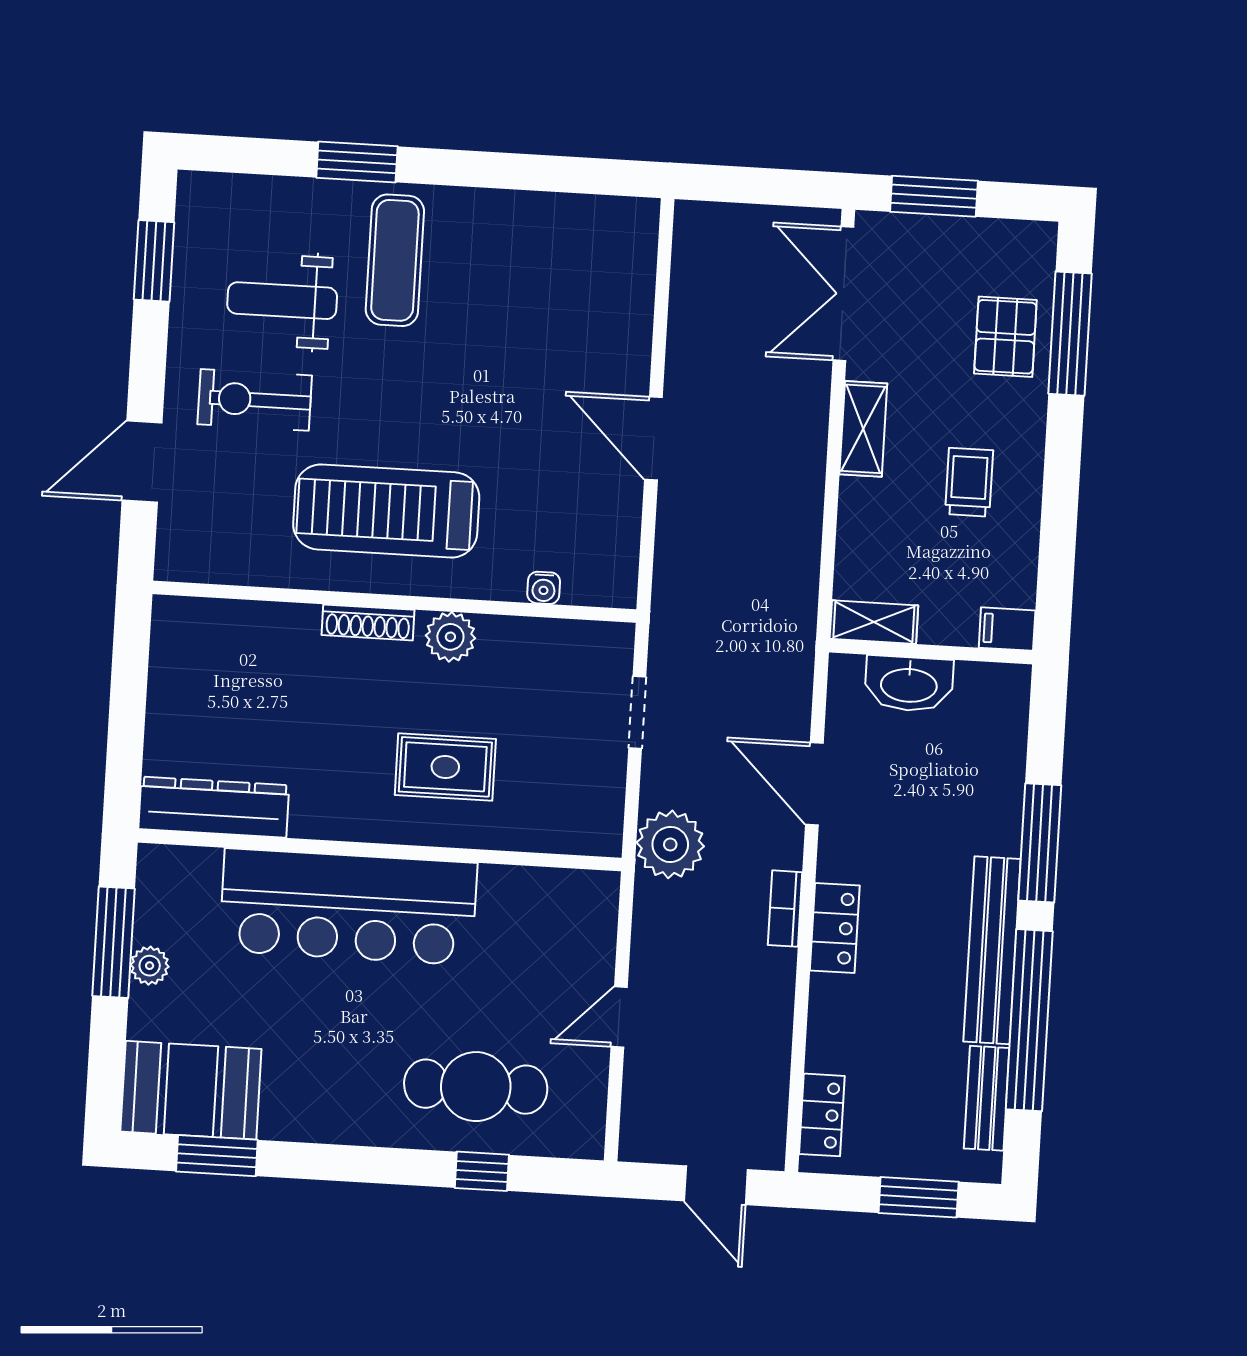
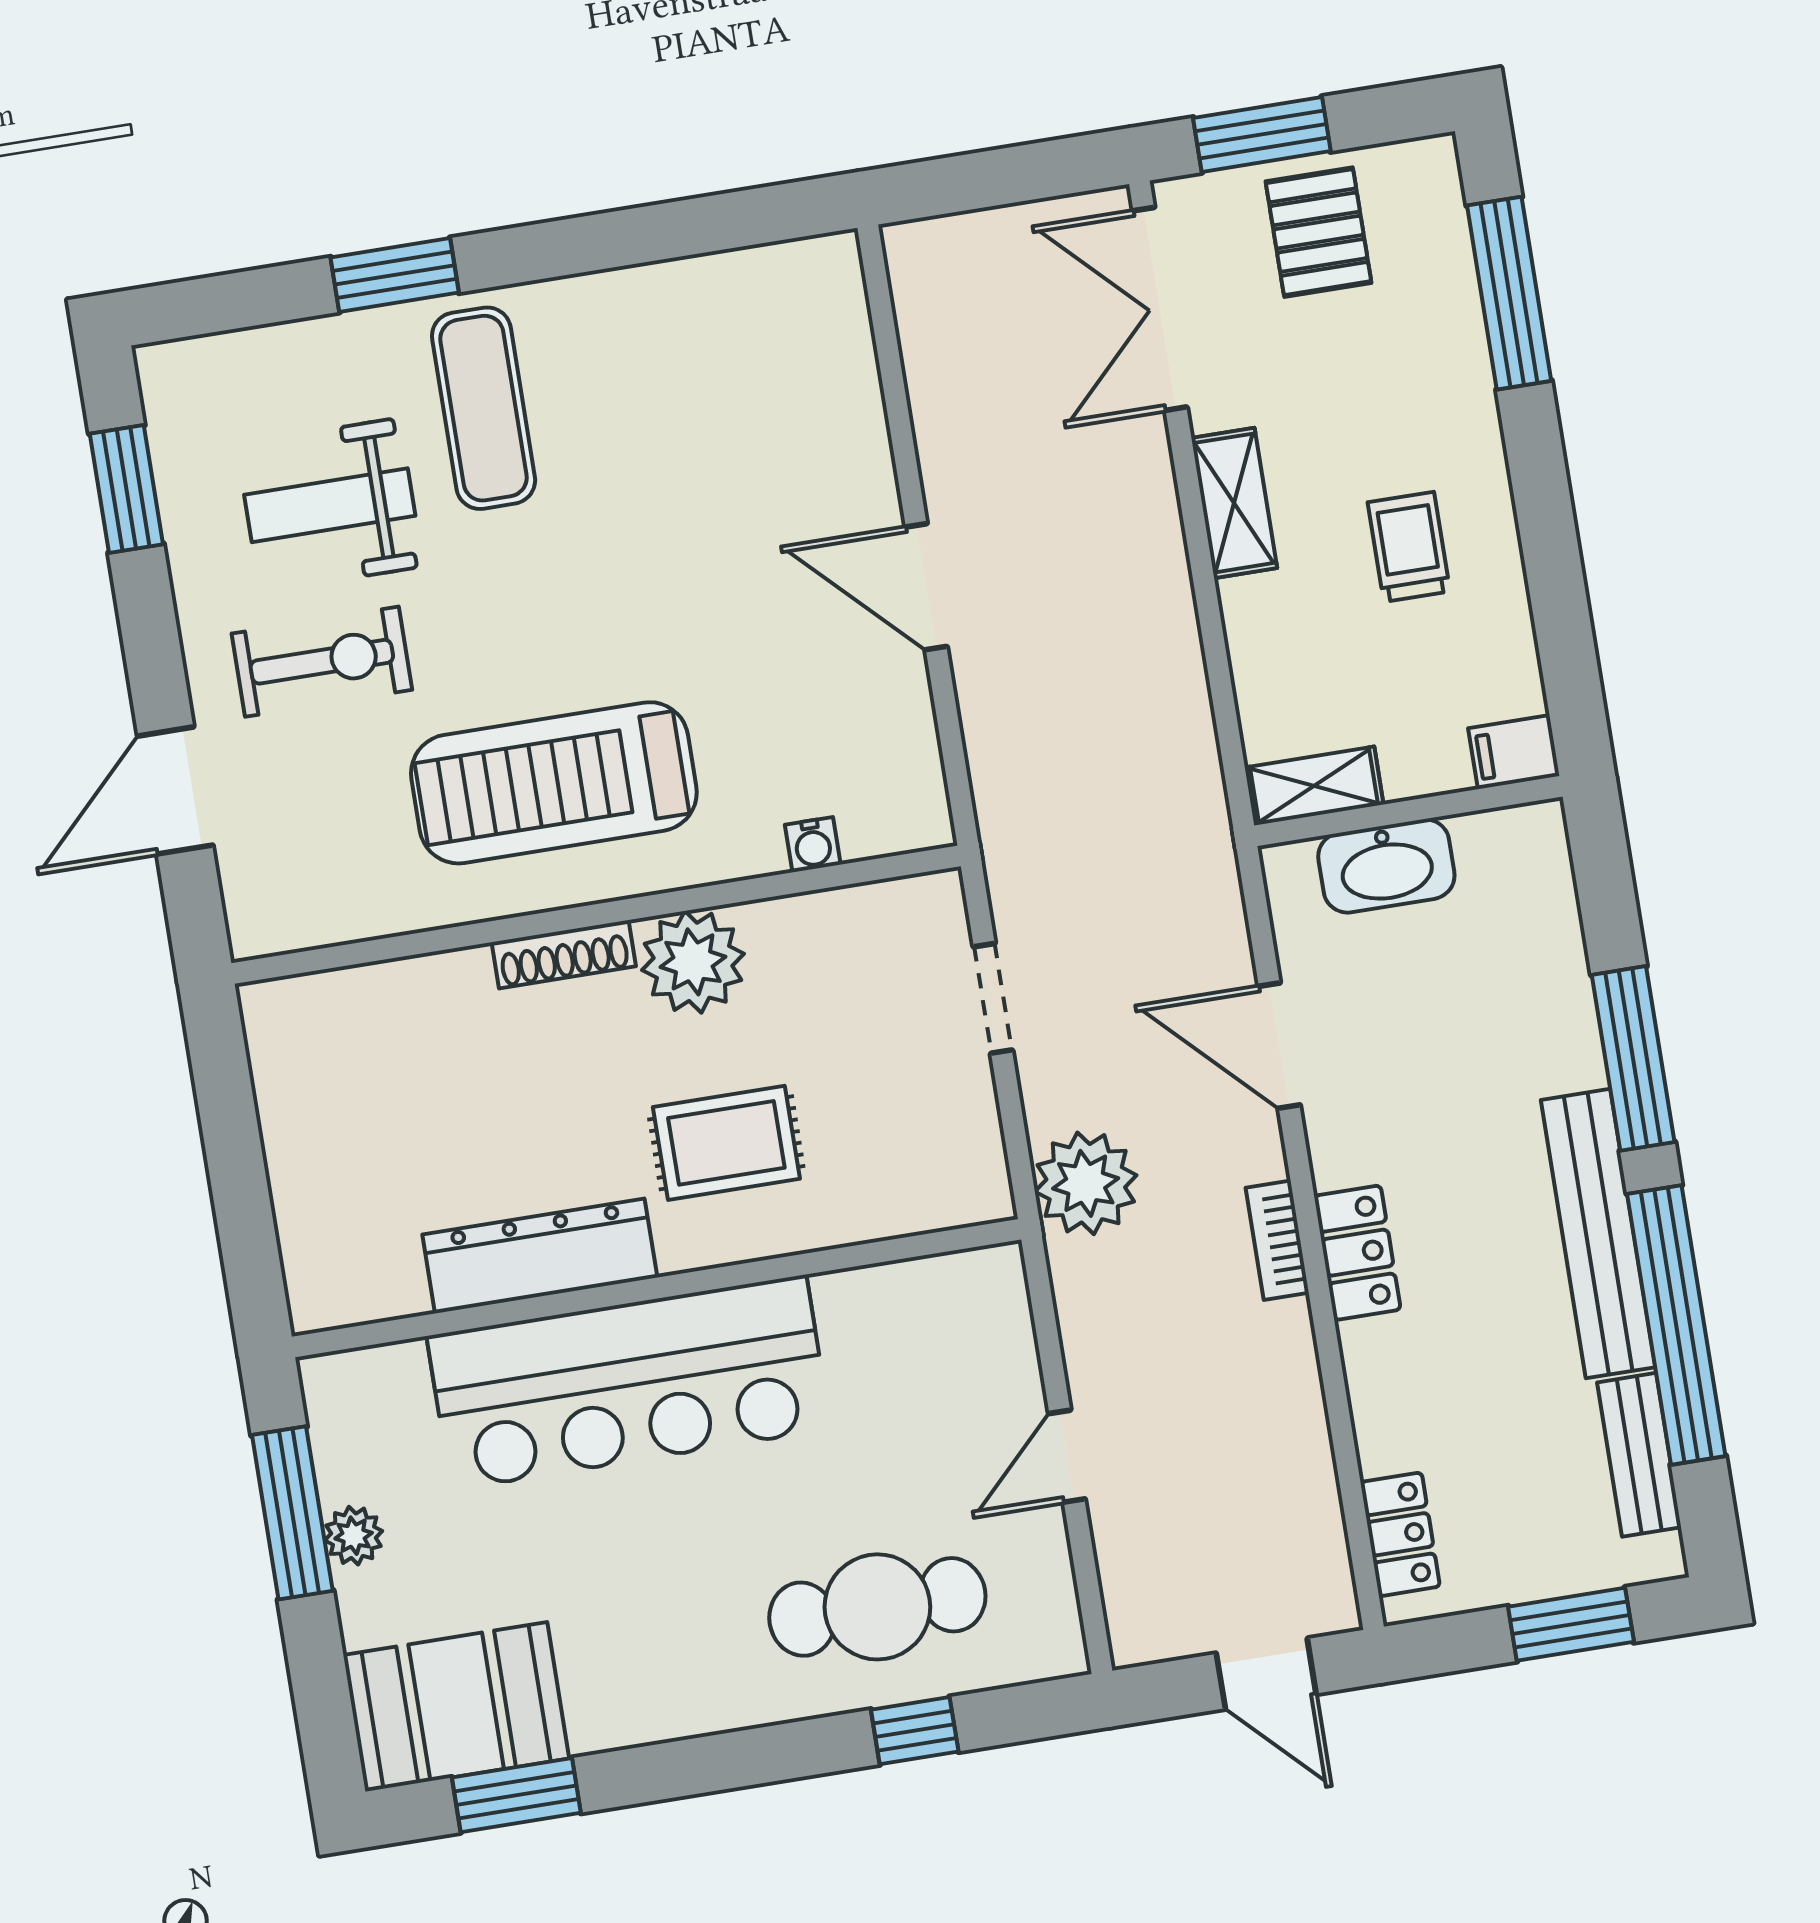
pallet: (1005, 337) -> (1319, 232), moved
exercise bike: (255, 400) -> (322, 662), turned 180
plant: (450, 637) -> (693, 962), width x1.36, depth x1.36
dresser: (214, 807) -> (540, 1256), moved

